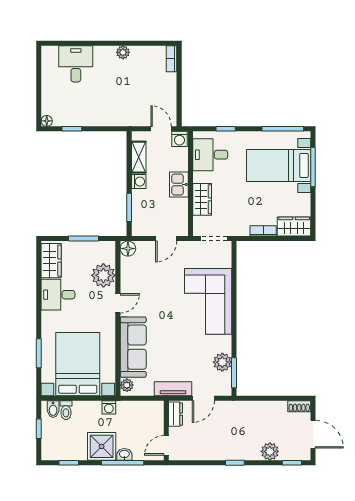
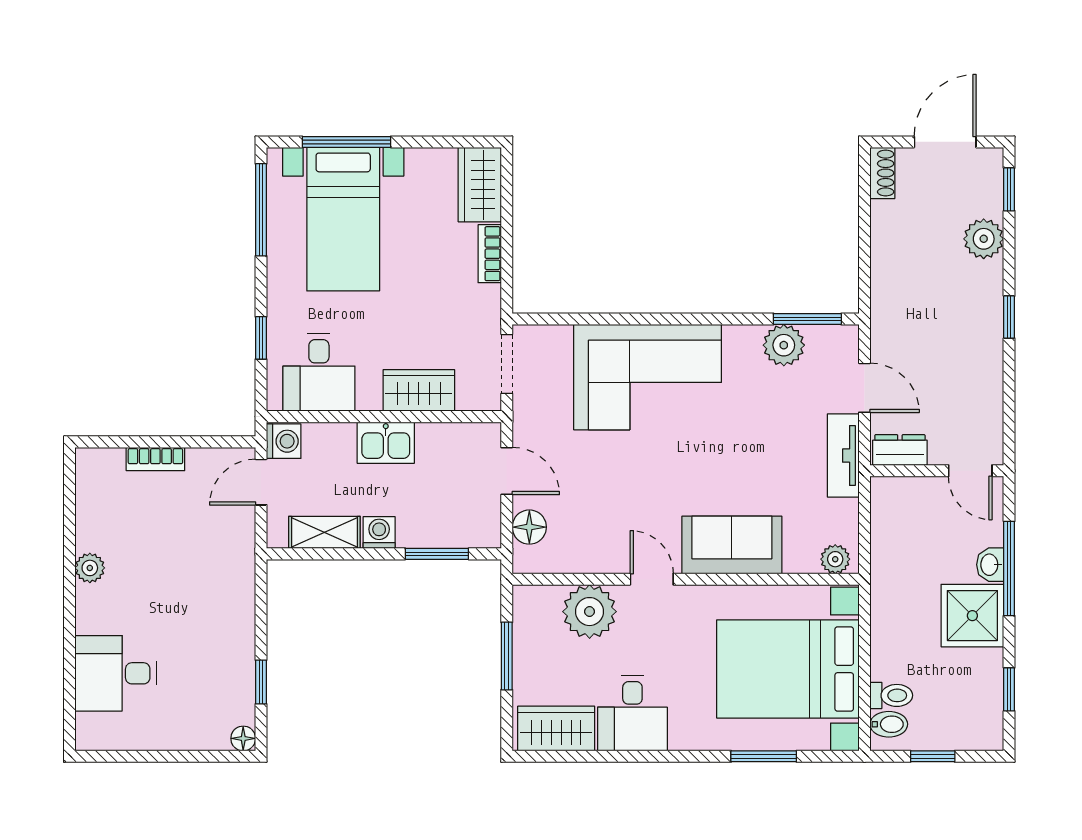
bookcase: (172, 59) -> (155, 459), moved
floor lamp: (128, 249) -> (529, 527), moved
sofa: (133, 347) -> (732, 545), width x0.73
washing machine: (109, 407) -> (885, 599), removed

